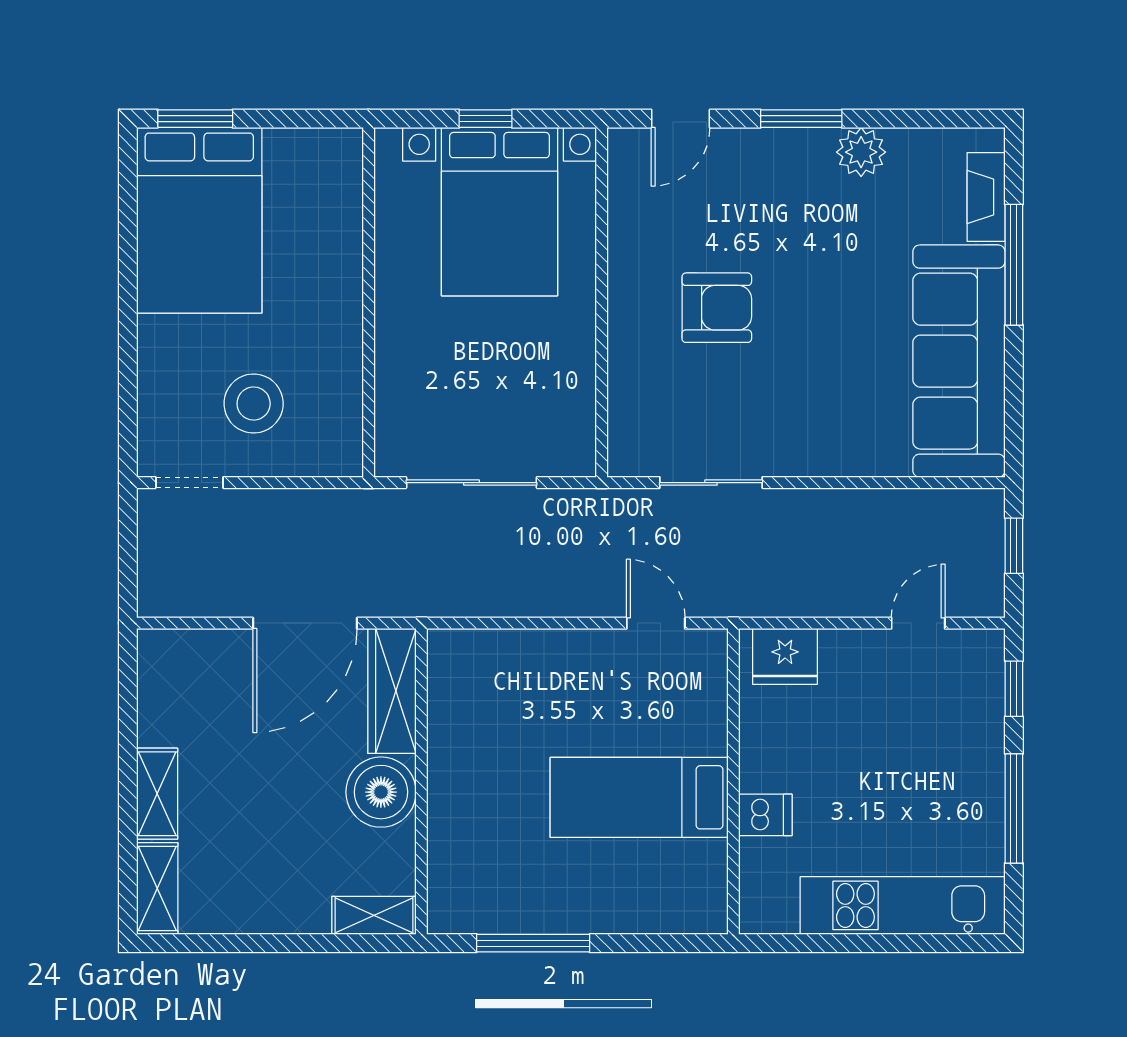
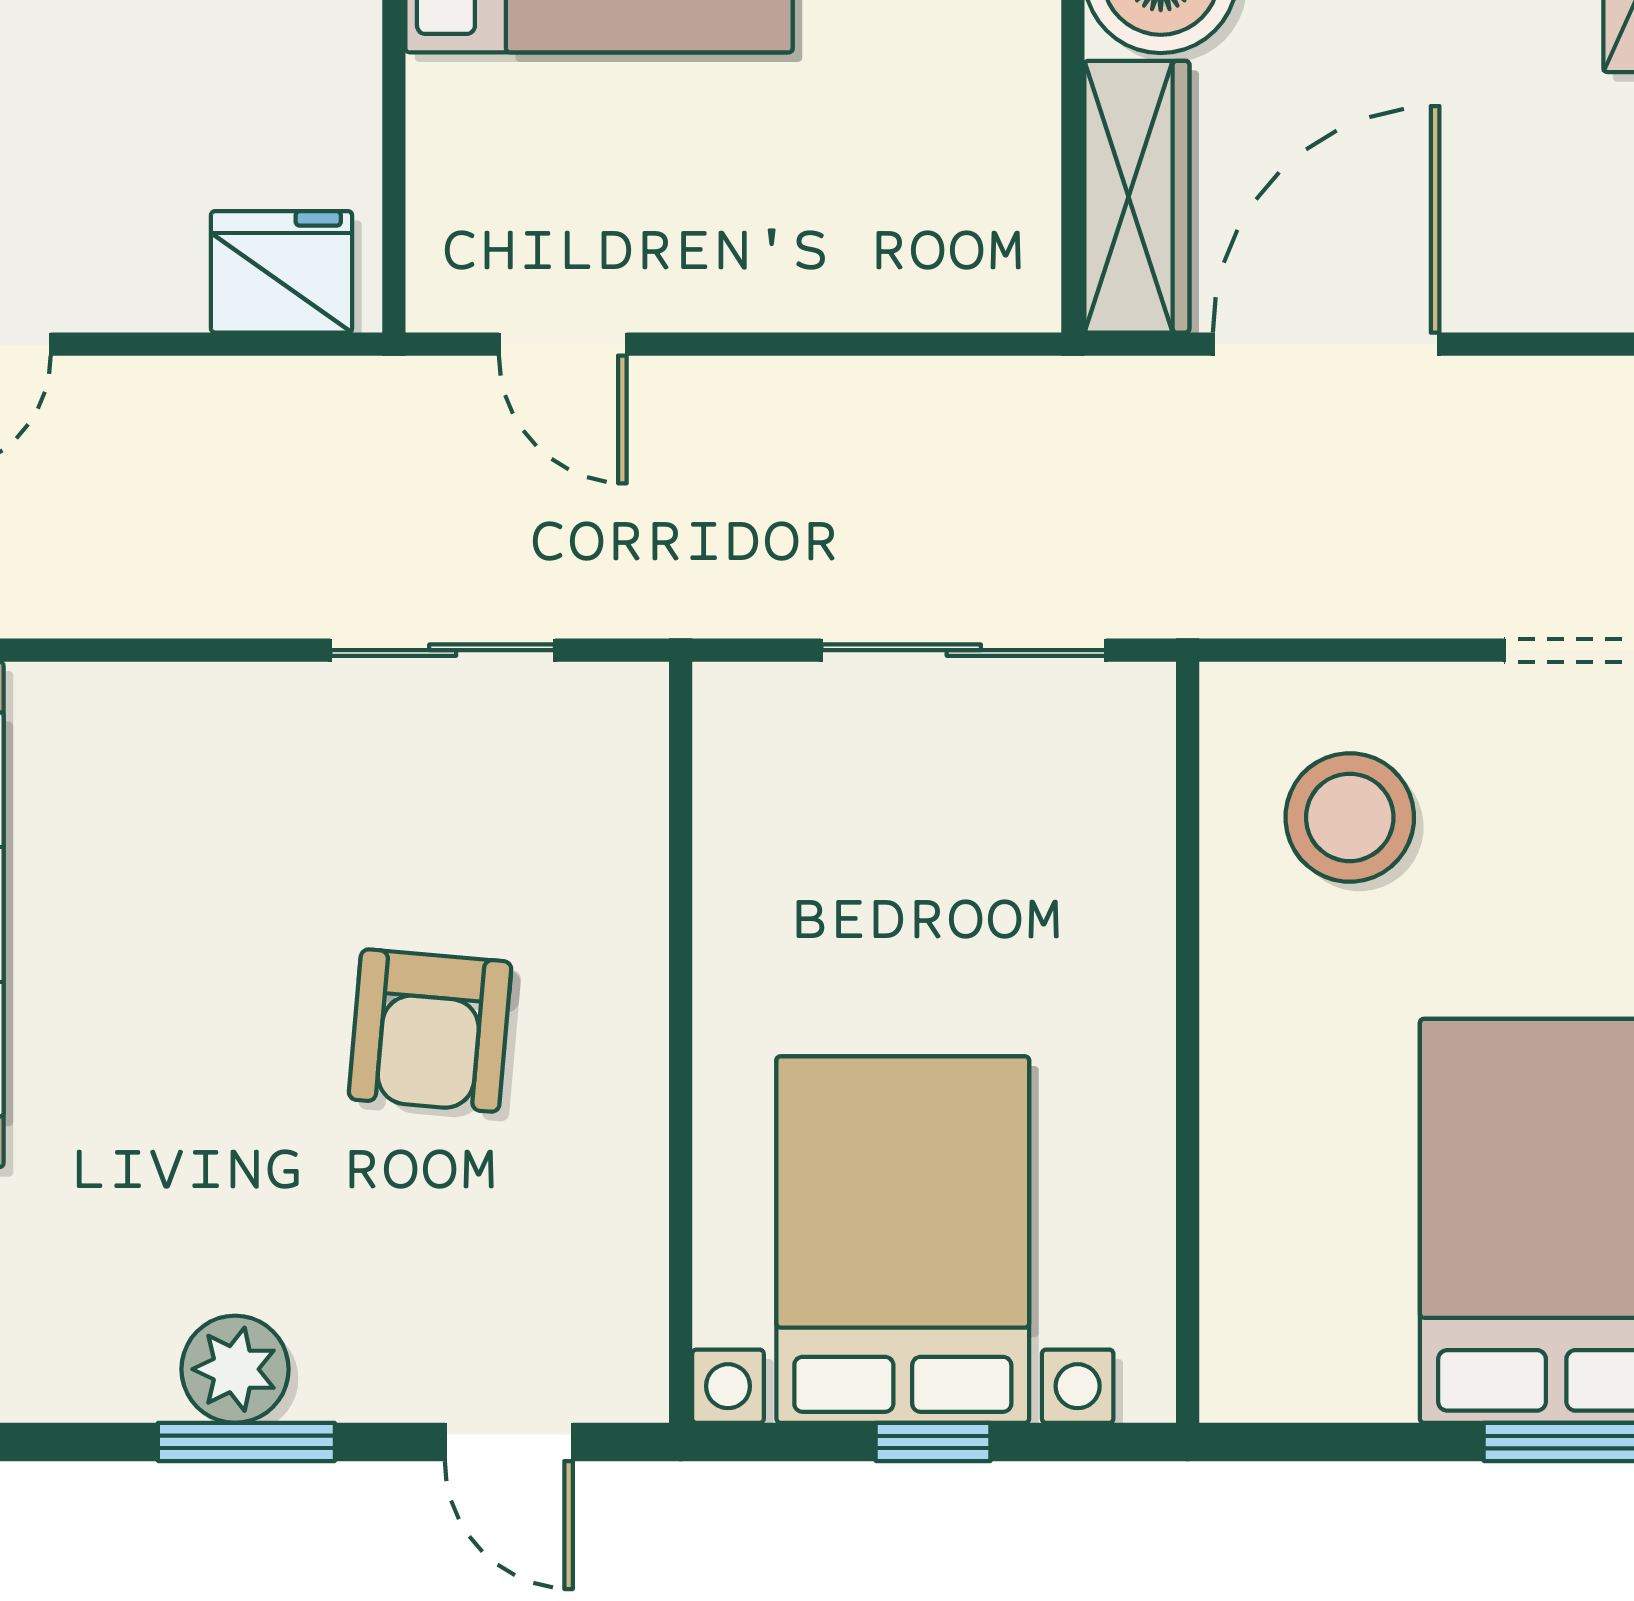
door: (681, 119) -> (509, 1442), swing flipped
plant: (861, 152) -> (235, 1369), moved
armchair: (717, 308) -> (430, 1031), turned -85
stool: (254, 403) -> (1350, 817), moved

